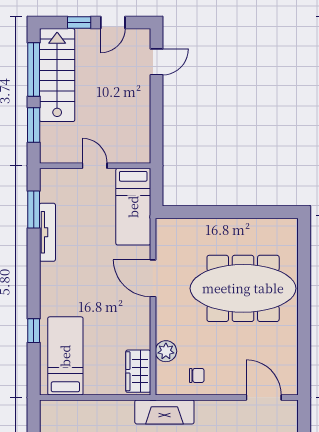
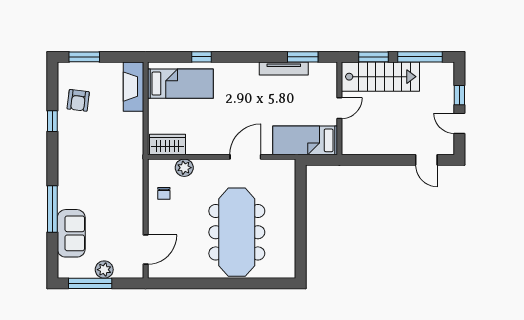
stairs: (57, 75) -> (380, 77), moved
fireplace: (164, 412) -> (133, 87), moved

